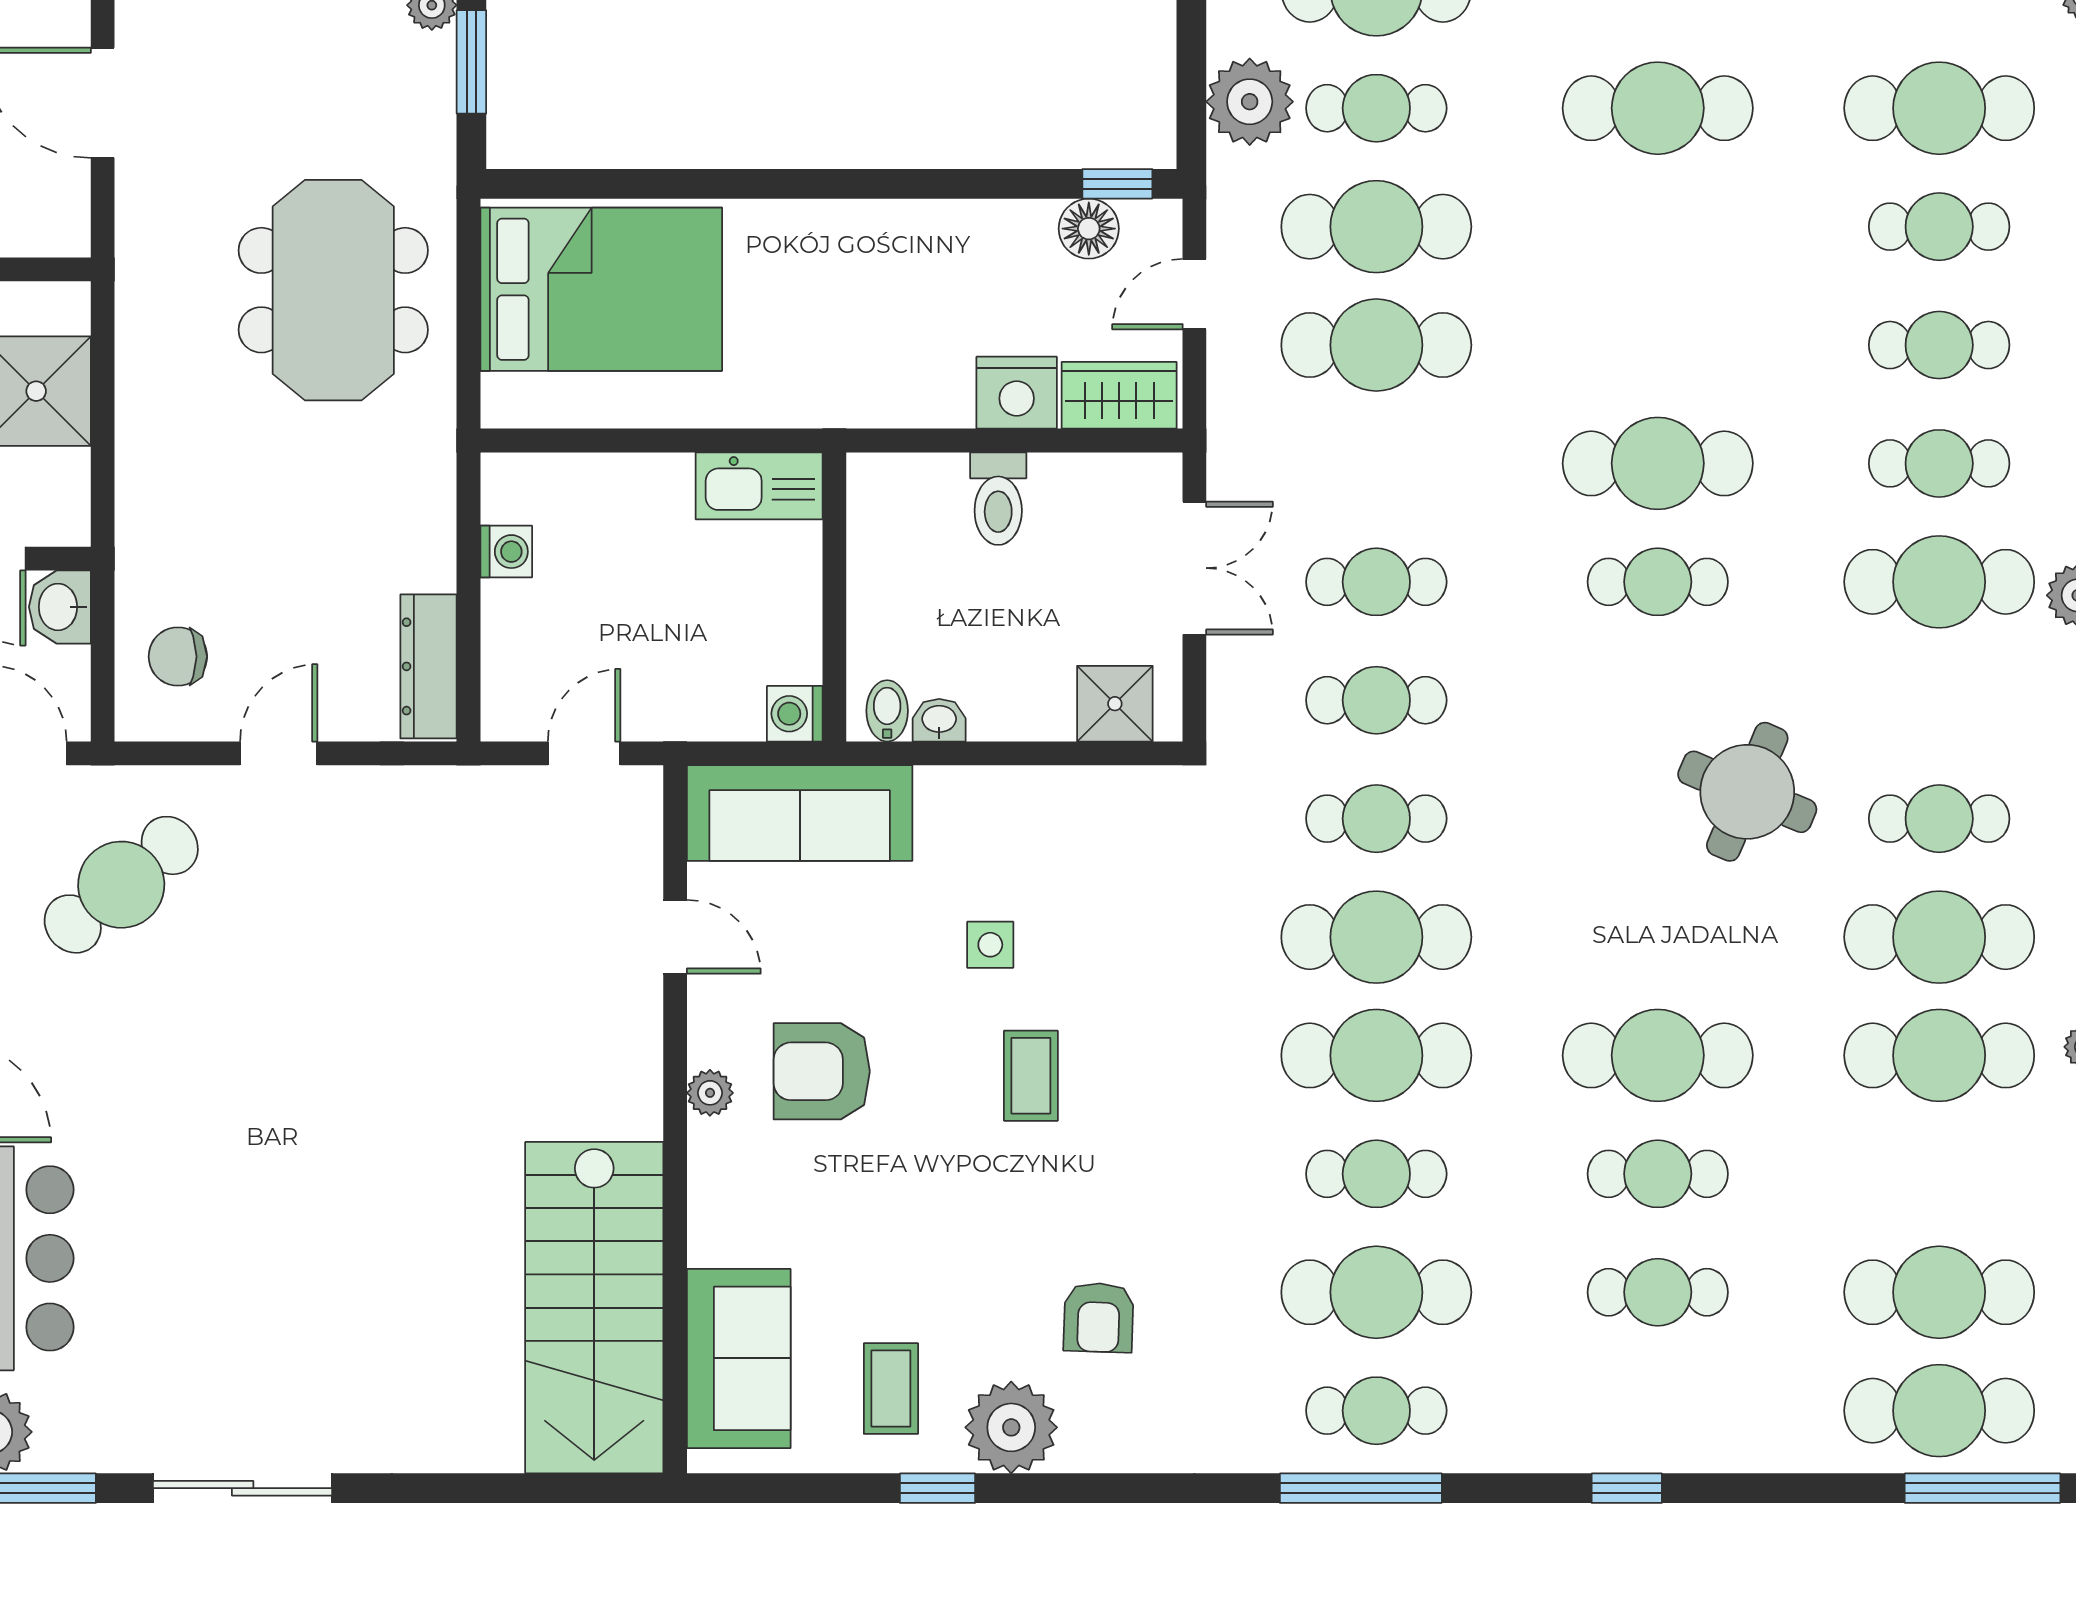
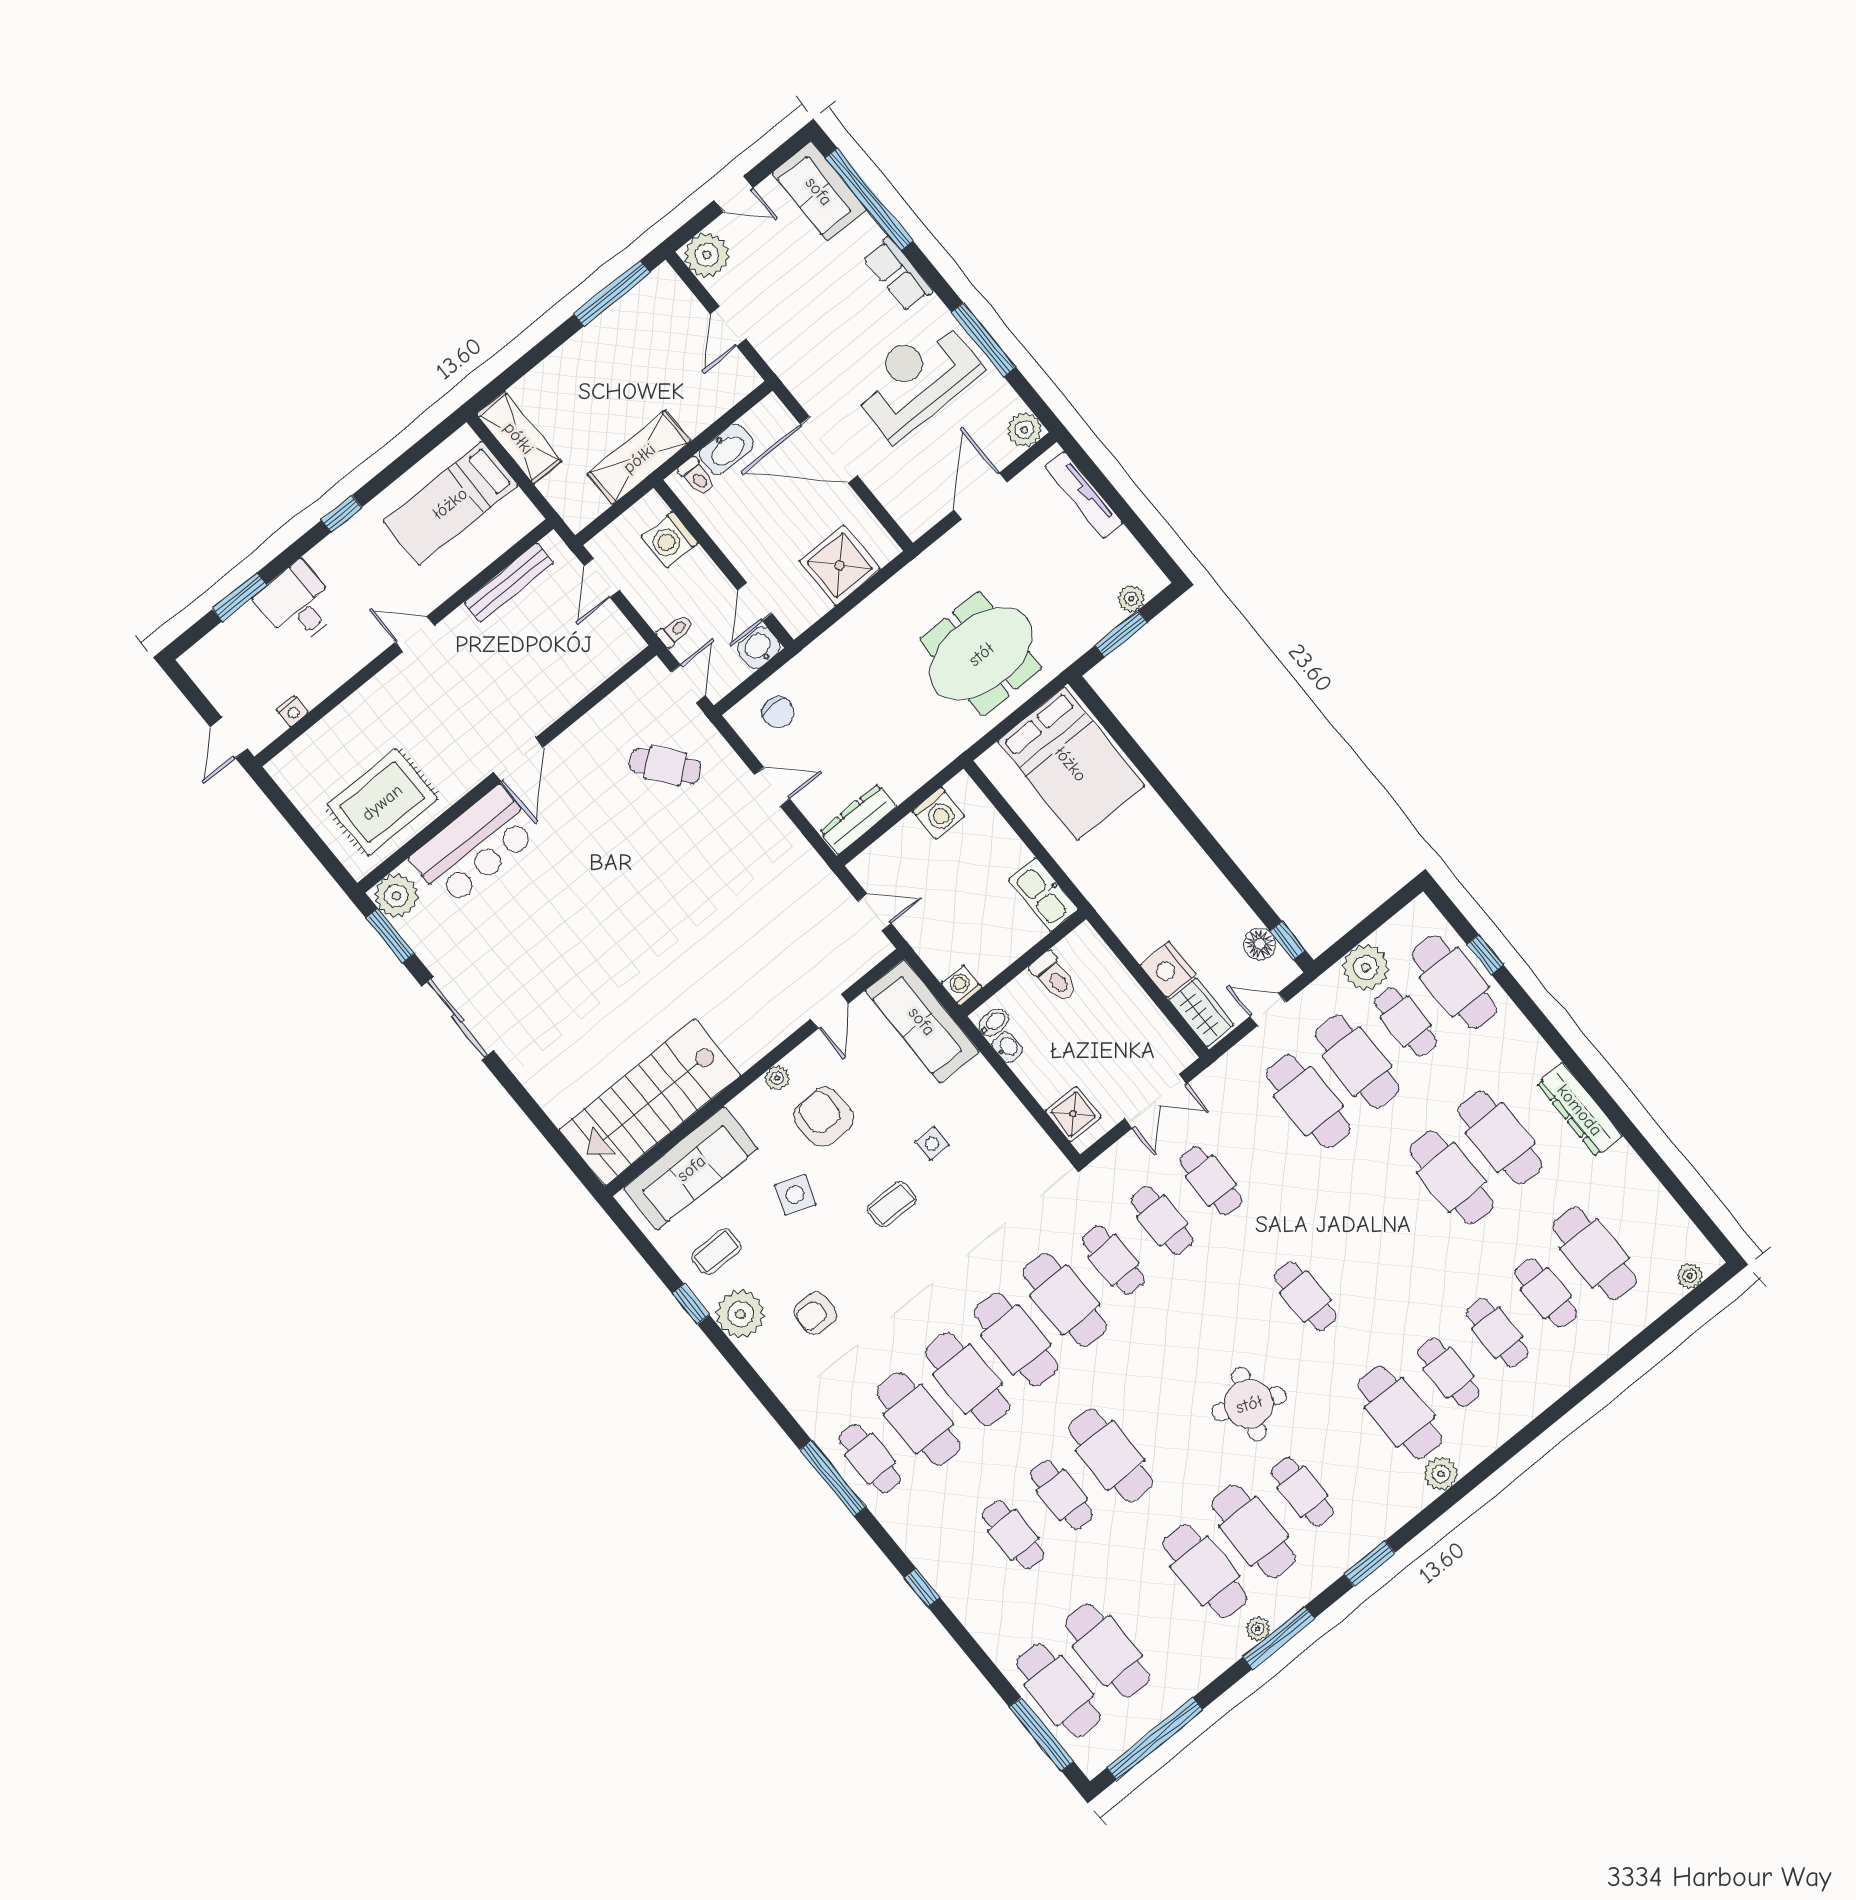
cafe table: (1658, 463) -> (1451, 1177), moved
toilet: (998, 499) -> (1054, 977), moved, turned -90
washing machine: (506, 552) -> (939, 813), width x1.38, depth x1.38
chair: (178, 657) -> (778, 713), turned 180
cafe table: (121, 885) -> (665, 766), width x0.73, depth x0.74
cafe table: (1376, 1174) -> (967, 1379), width x1.37, depth x1.35
side table: (902, 1205) -> (795, 1195), added
sofa: (739, 1358) -> (691, 1168), width x1.36

